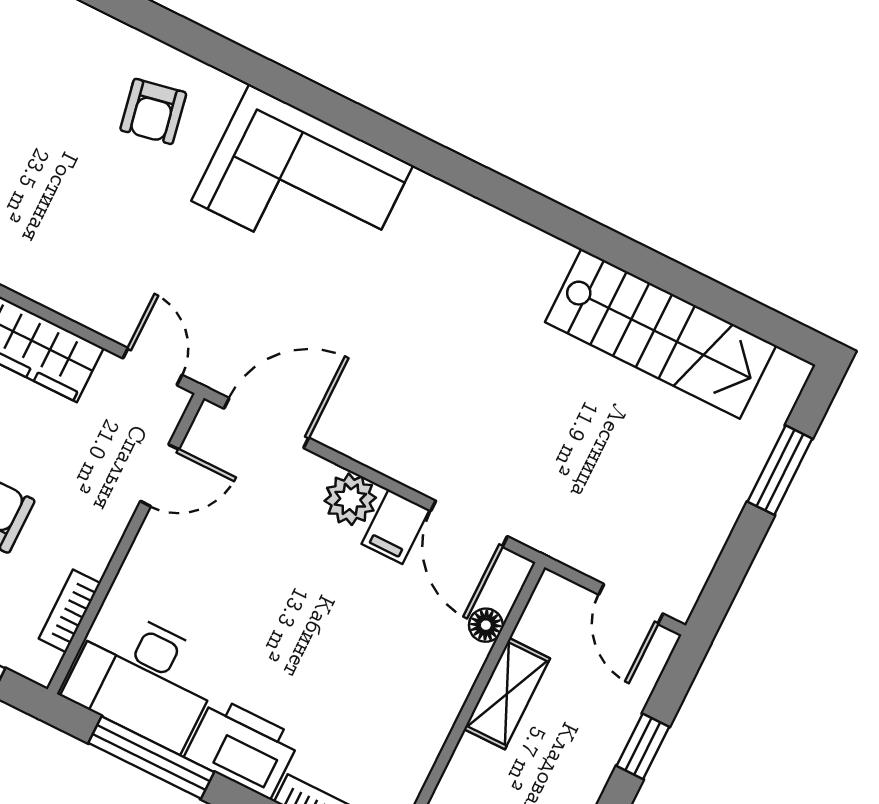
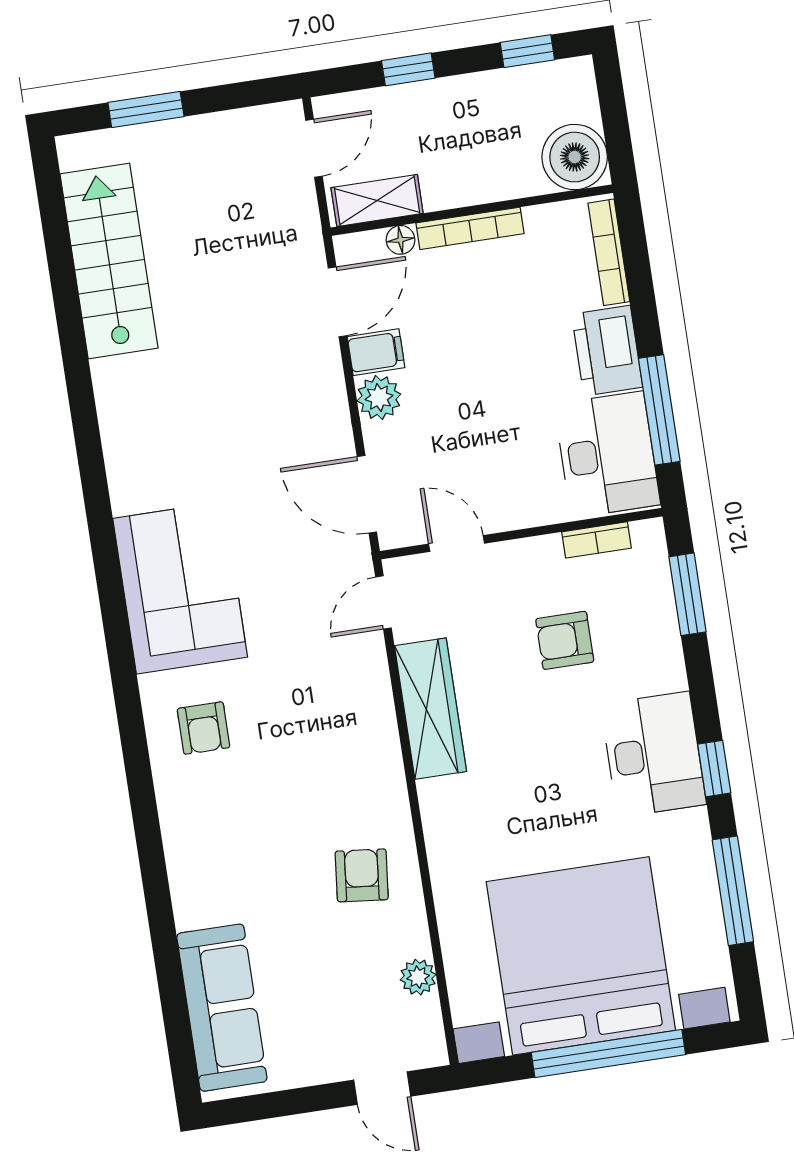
armchair: (153, 111) -> (203, 728), turned 101
shelving: (507, 694) -> (377, 200), moved
bookcase: (450, 699) -> (470, 228), added

